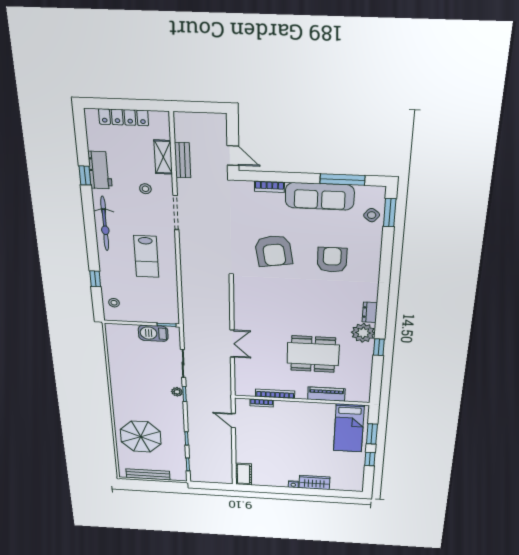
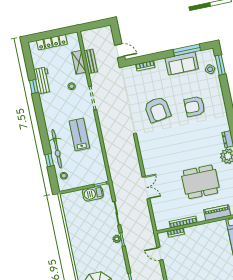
sofa: (320, 196) -> (182, 63), width x0.73
bicycle: (105, 224) -> (57, 149), moved
lab bench: (146, 256) -> (79, 135), turned 180
armchair: (332, 260) -> (195, 107), turned -90

